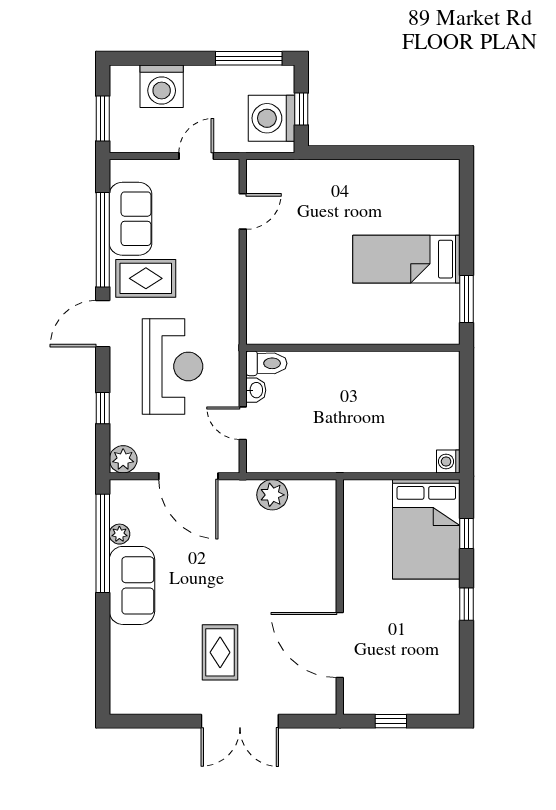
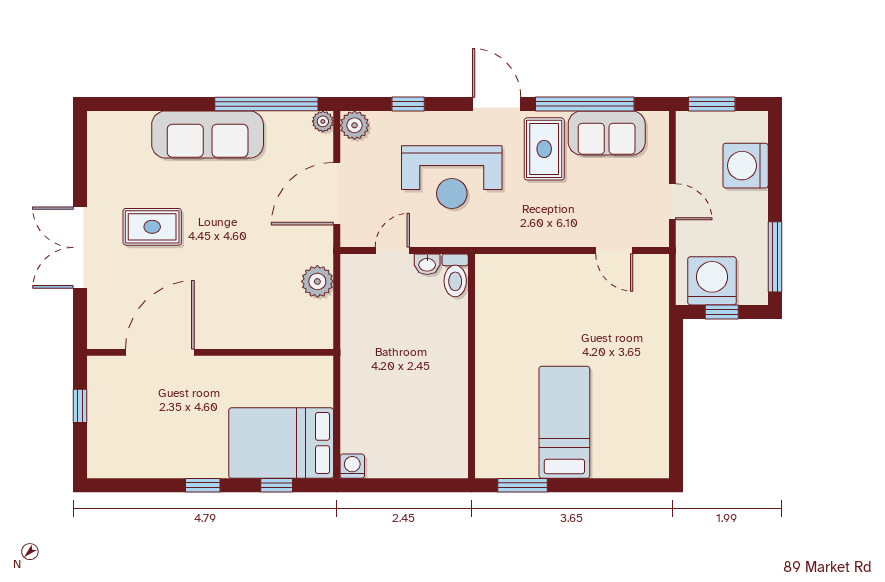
plant: (119, 534) -> (323, 121), moved
sofa: (132, 585) -> (208, 135), width x1.36

